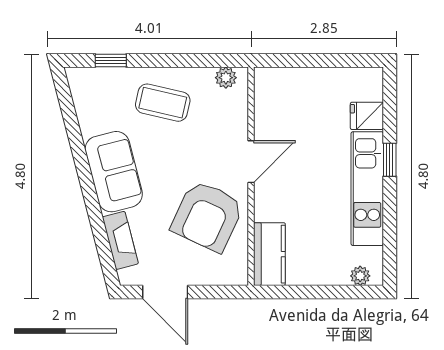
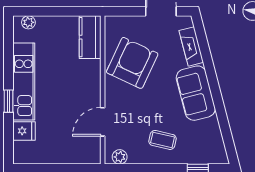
coffee table: (163, 103) -> (163, 140), width x0.73, depth x0.77
door: (251, 162) -> (103, 122), moved

